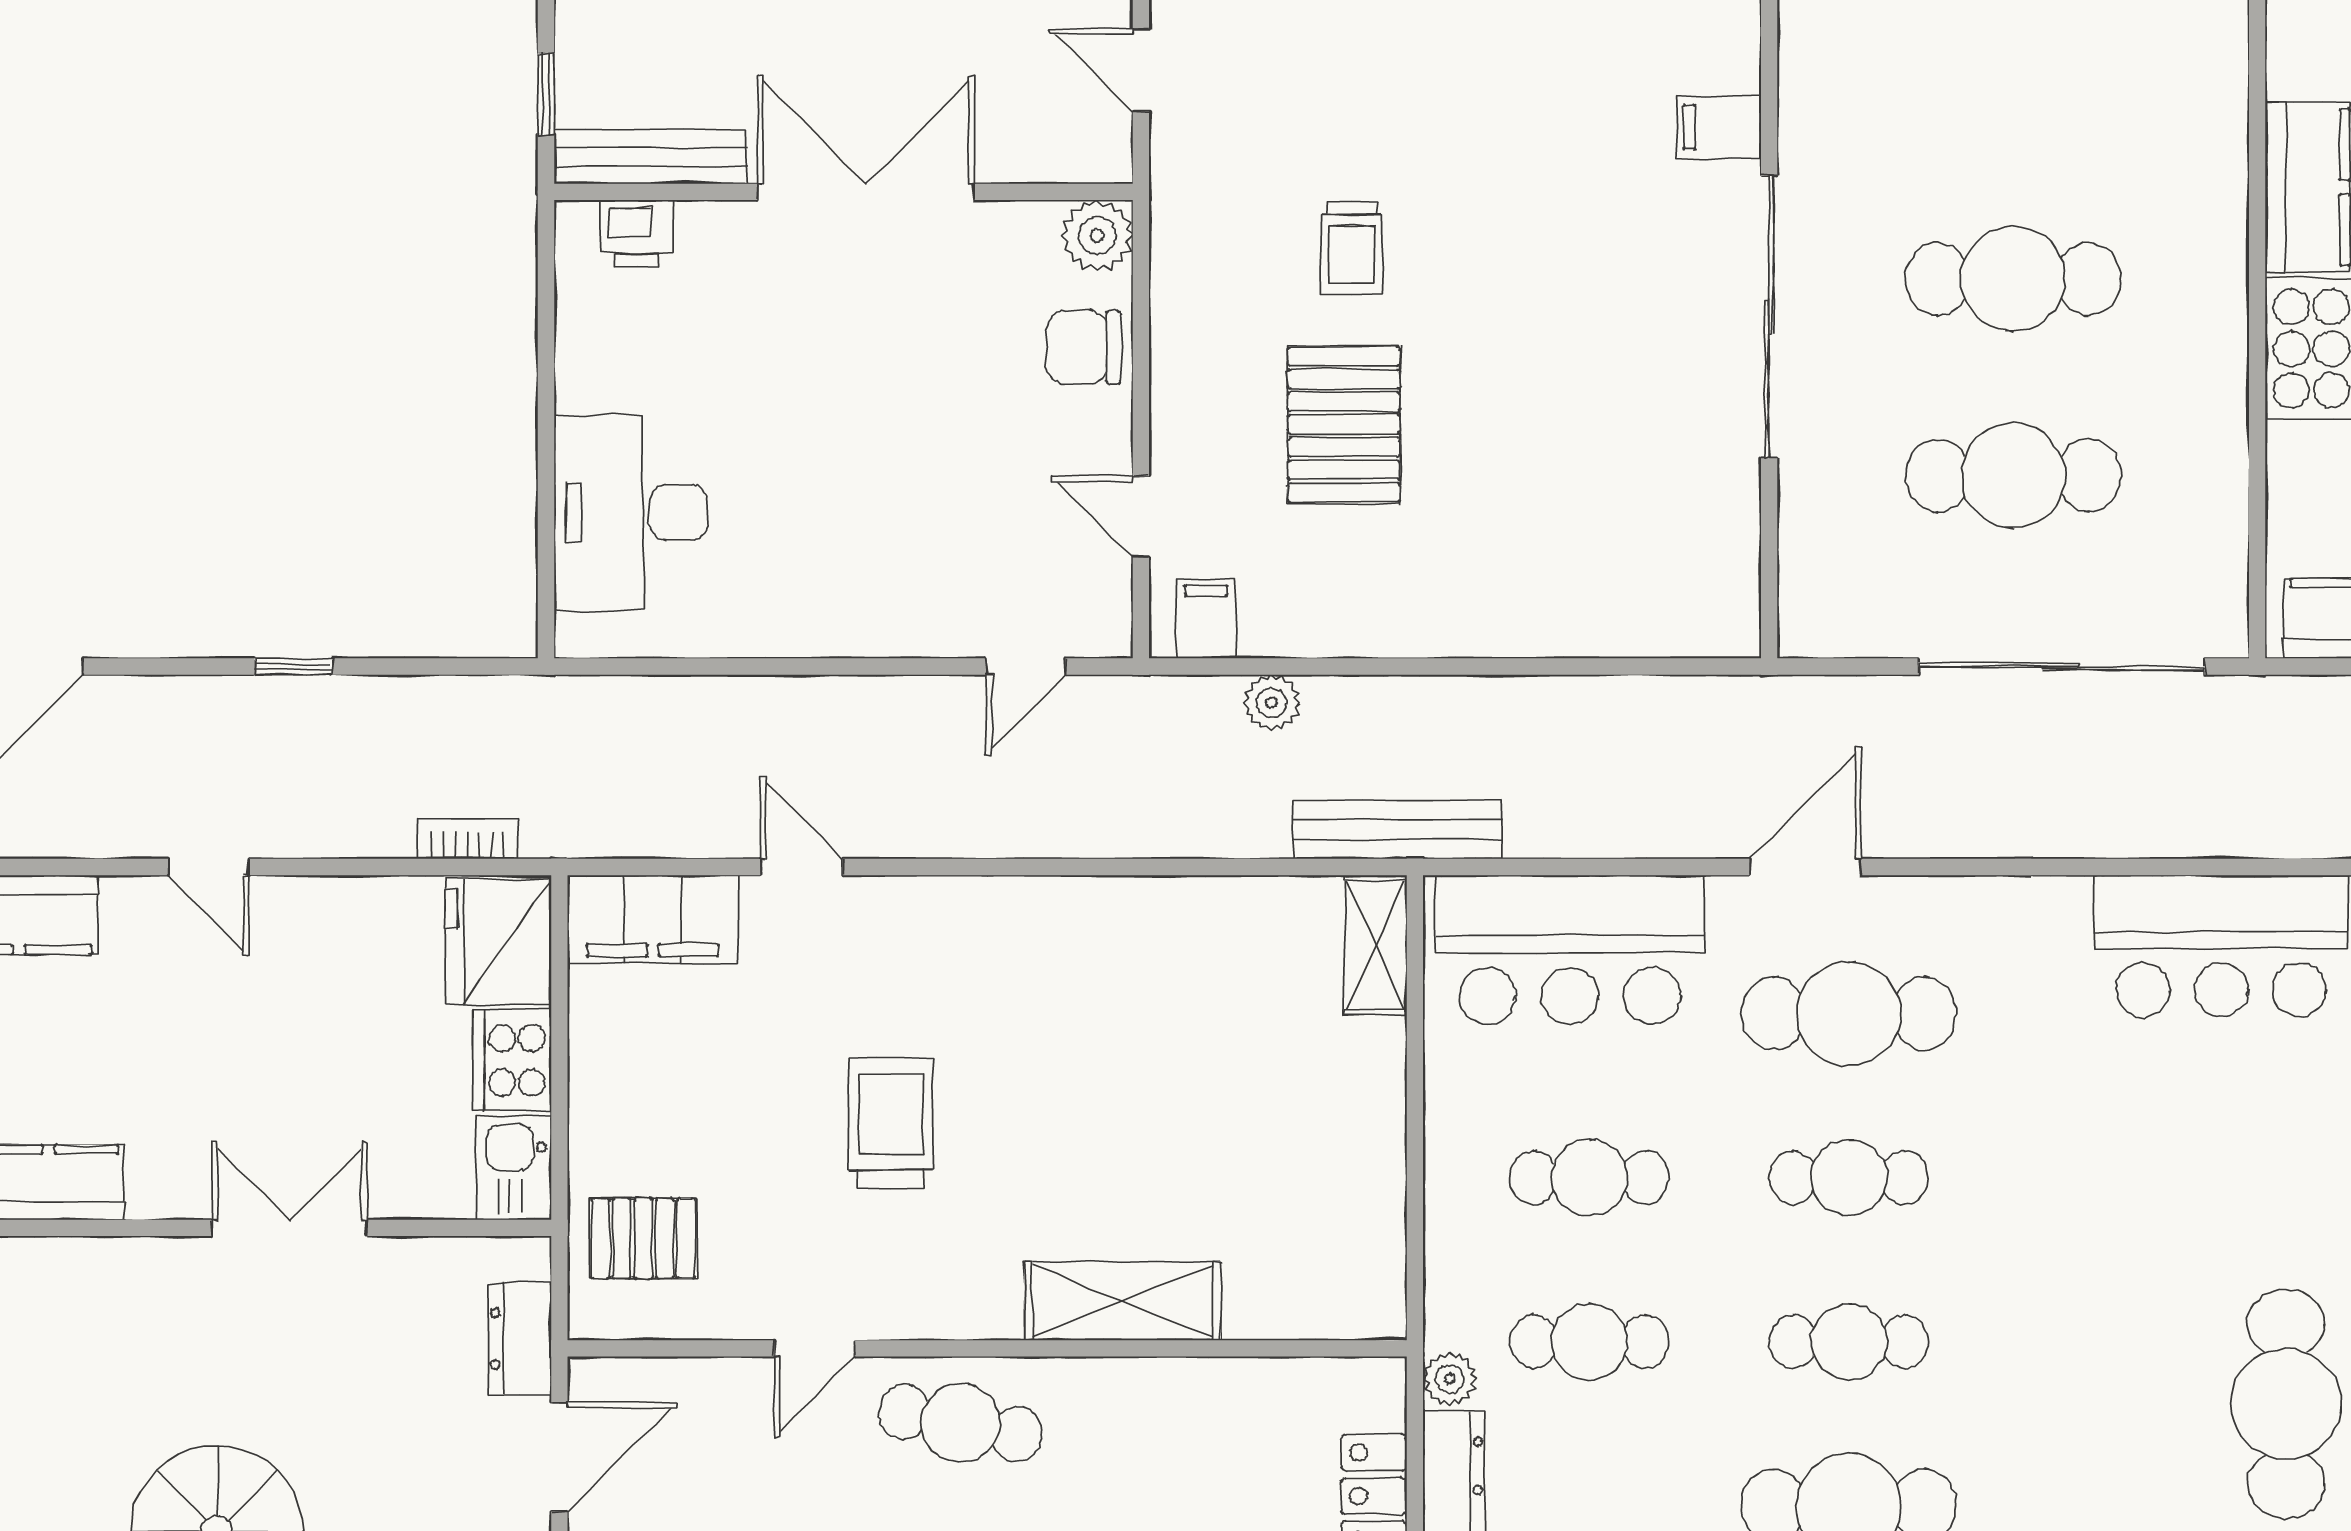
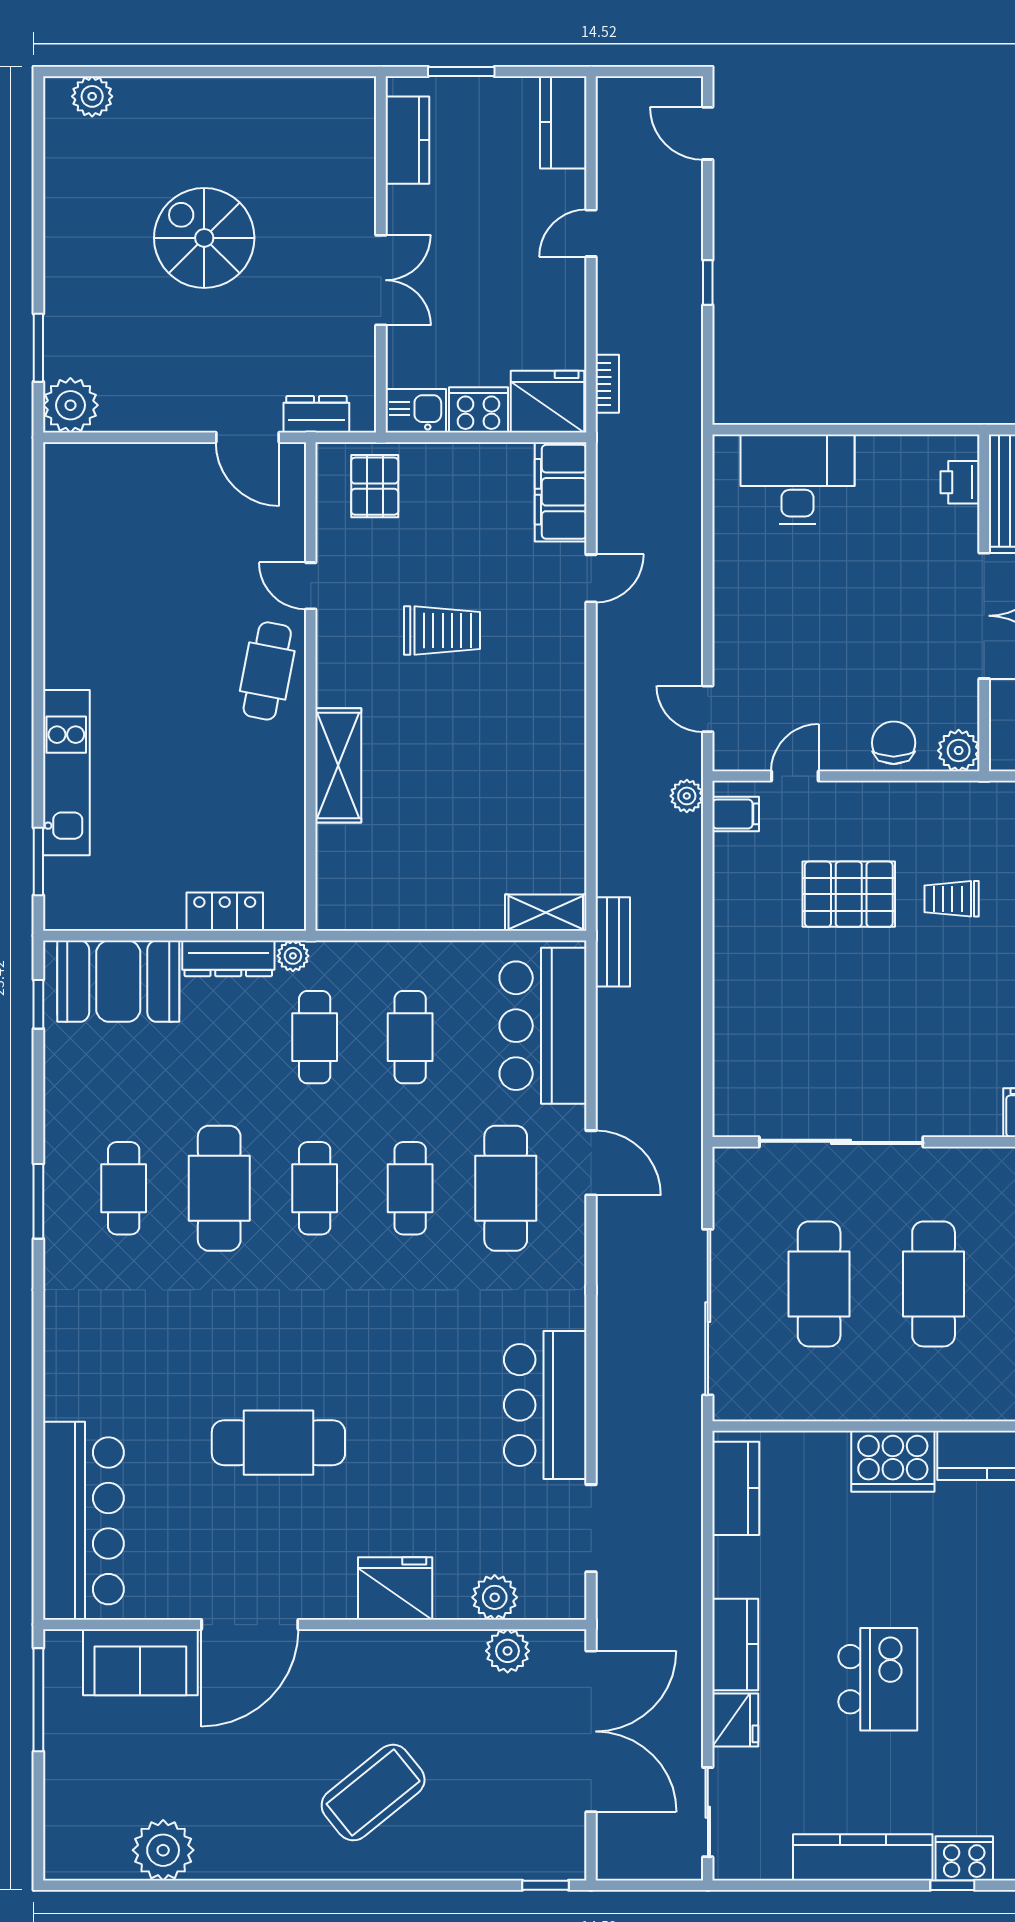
sliding door: (1769, 317) -> (841, 1142), moved
plant: (1272, 703) -> (687, 796), moved
bench: (1398, 830) -> (613, 942), width x0.73

